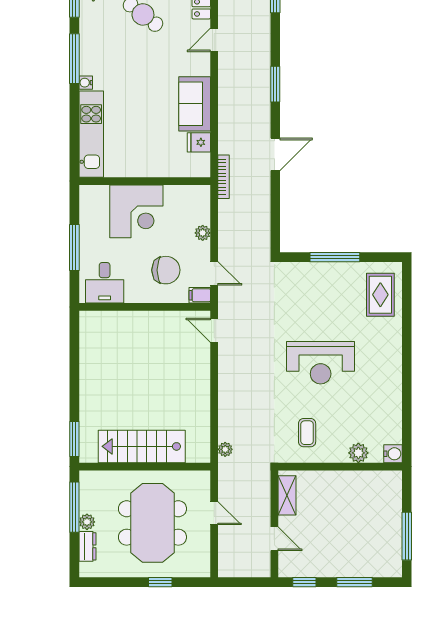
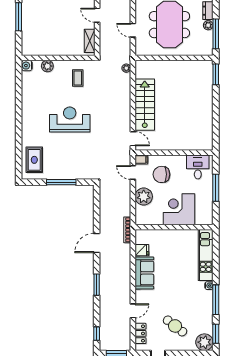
plant: (203, 233) -> (144, 197), width x1.87, depth x1.87
stairs: (142, 446) -> (145, 105), moved, turned -90

